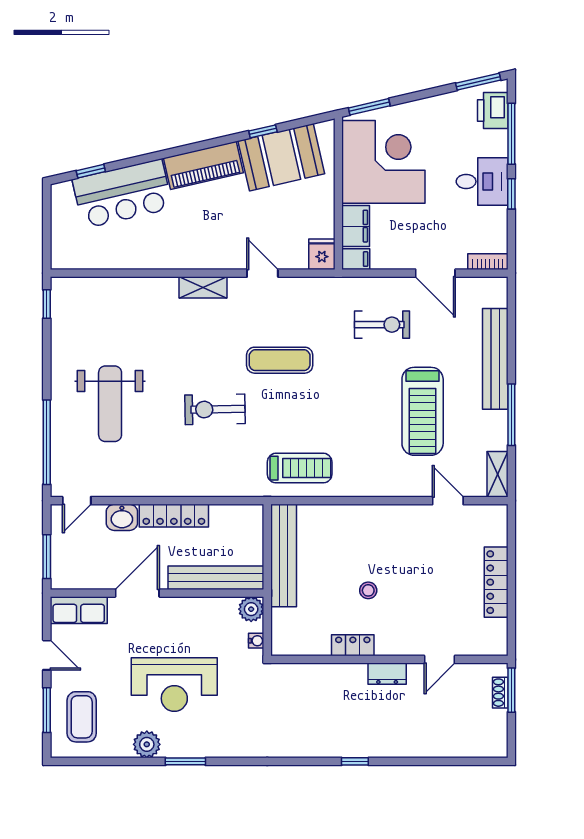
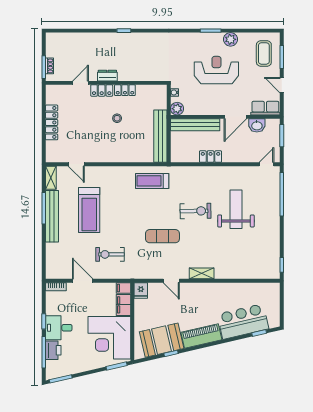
printer: (493, 110) -> (53, 350), moved
bench: (495, 359) -> (52, 216), moved
weight bench: (110, 404) -> (236, 209), moved
treadmill: (423, 411) -> (89, 210), turned 180
locker: (174, 516) -> (211, 157), width x0.66
washbasin: (122, 517) -> (257, 125), moved, turned 180
locker: (398, 645) -> (102, 90), added

